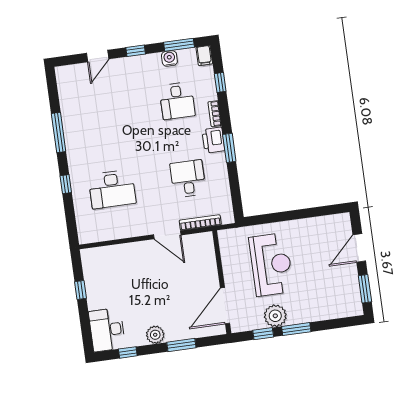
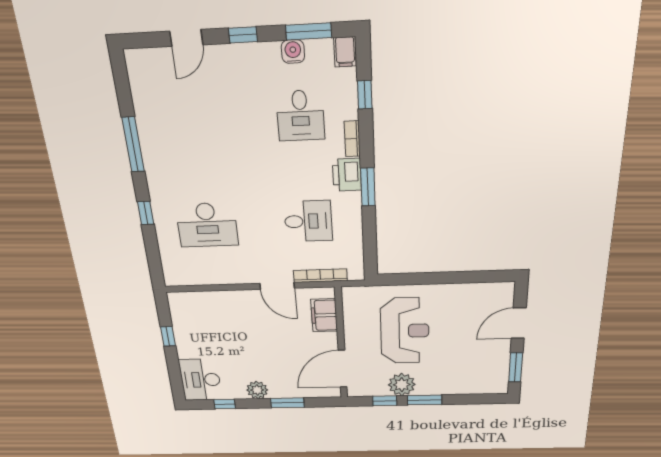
desk: (188, 179) -> (308, 221), turned 90
filing cabinet: (206, 257) -> (324, 315), added

